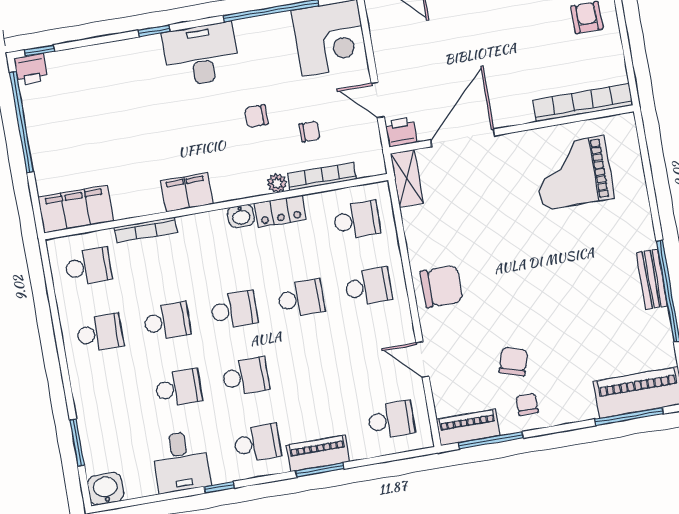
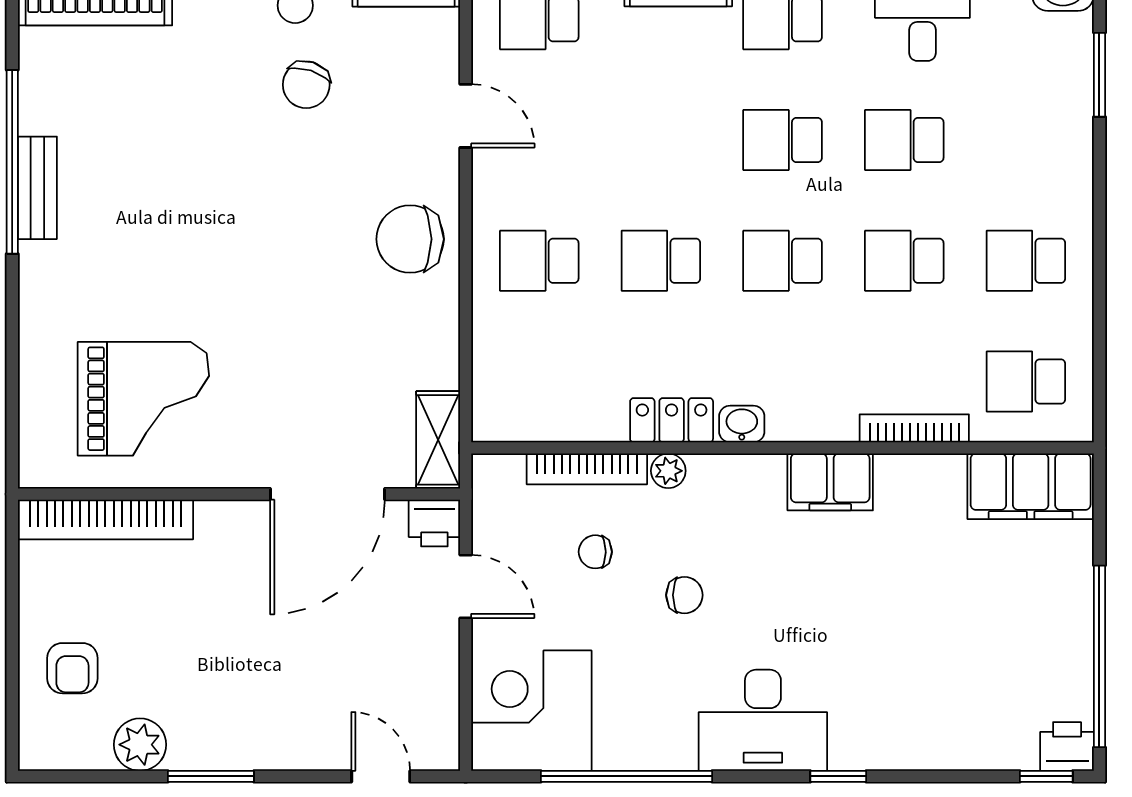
school desk: (357, 220) -> (539, 382), removed

